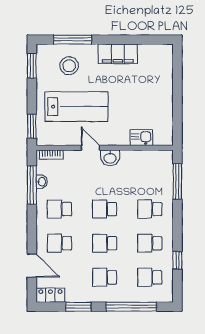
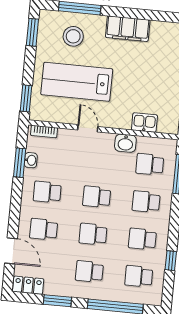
lab bench: (76, 107) -> (77, 82), turned 180
washbasin: (110, 158) -> (125, 143), moved
school desk: (150, 175) -> (150, 164), added
window: (32, 185) -> (20, 163), width x0.69

